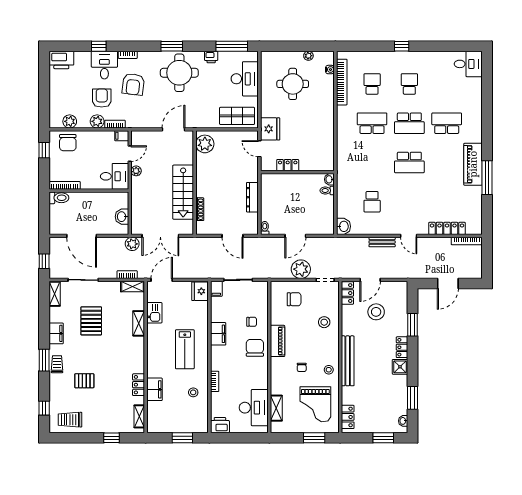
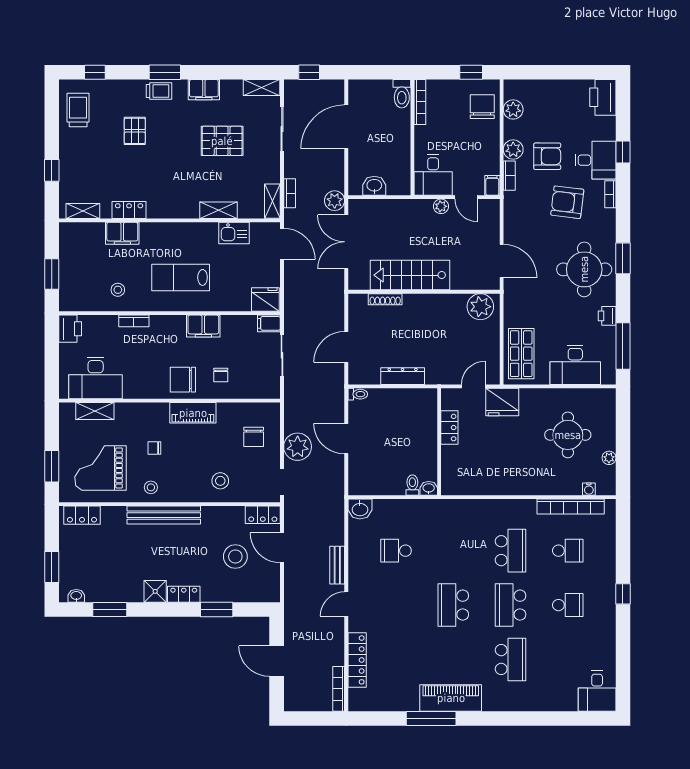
chair: (68, 143) -> (482, 107), turned 90
chair: (255, 348) -> (183, 380), turned 180

